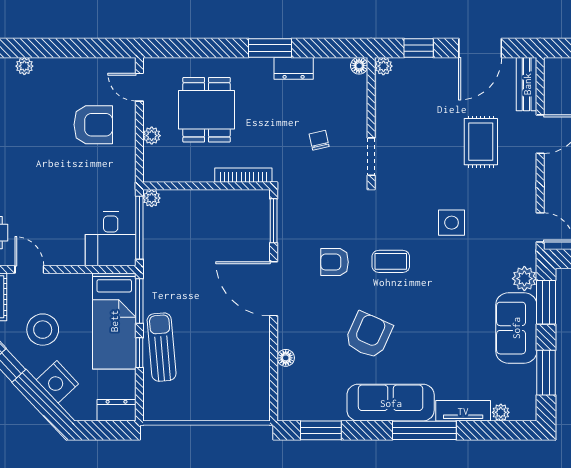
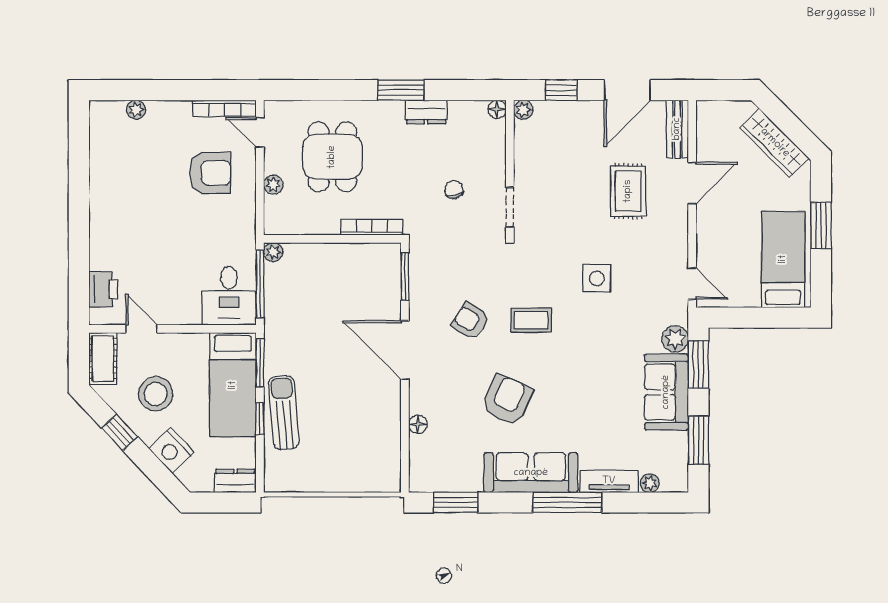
bookcase: (106, 65) -> (224, 108), added
armchair: (335, 262) -> (470, 321), turned 32

